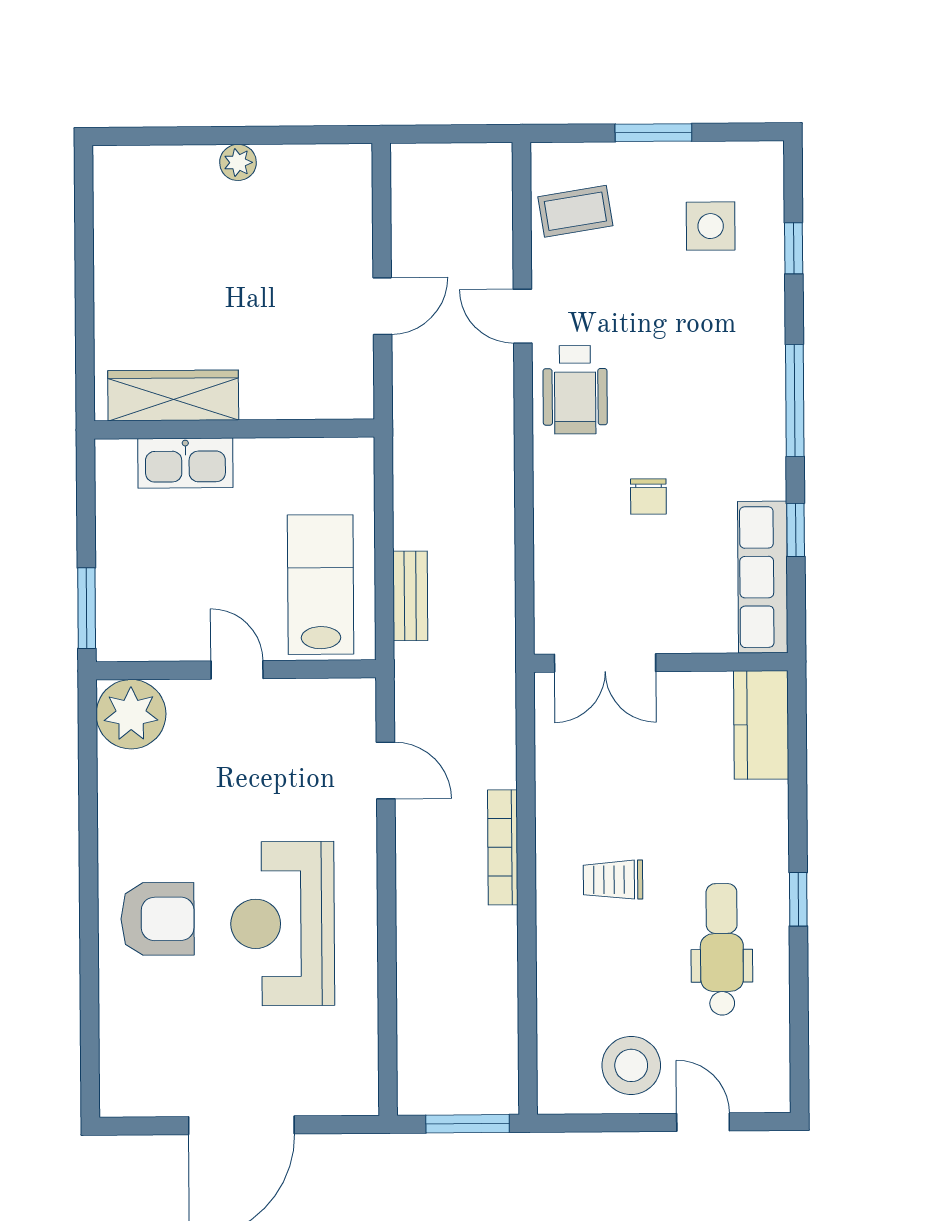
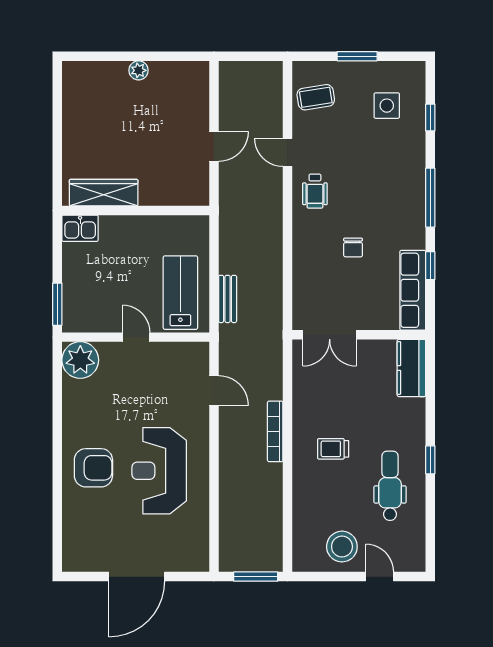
wheelchair: (575, 390) -> (315, 191), width x0.73, depth x0.73
kitchen sink: (185, 463) -> (80, 228), moved, width x0.73

